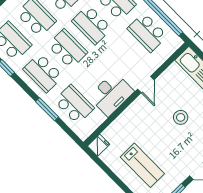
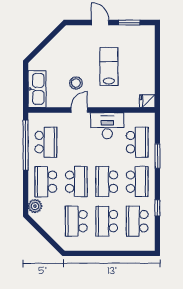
school desk: (74, 104) -> (137, 142), turned 180
stool: (181, 117) -> (76, 83), moved
lab bench: (142, 165) -> (109, 66), moved

